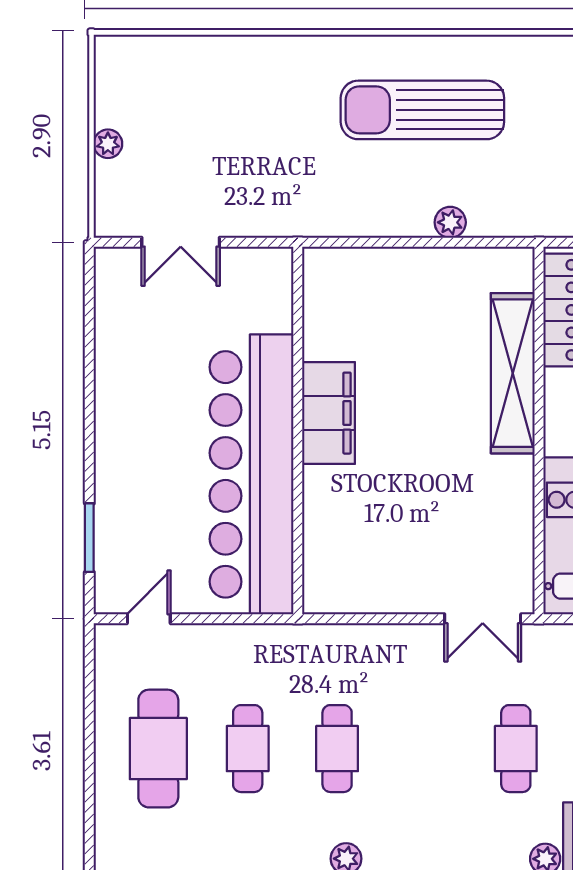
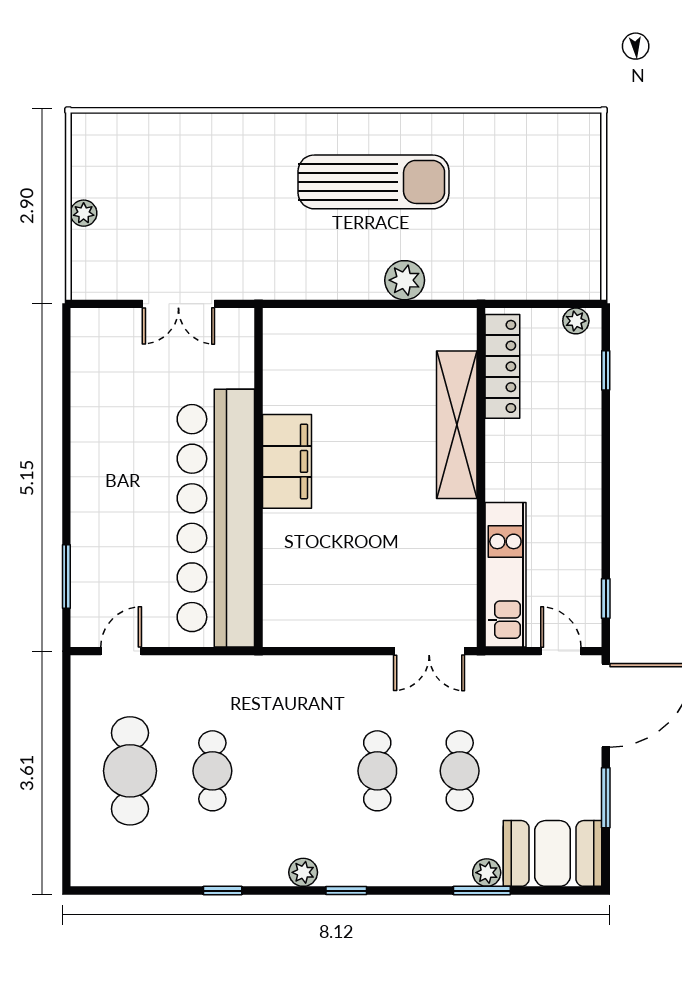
sun lounger: (422, 110) -> (374, 182), turned 180
plant: (450, 222) -> (405, 280), width x1.38, depth x1.38
double door: (181, 242) -> (178, 304), moved
cafe table: (337, 749) -> (377, 771), moved

